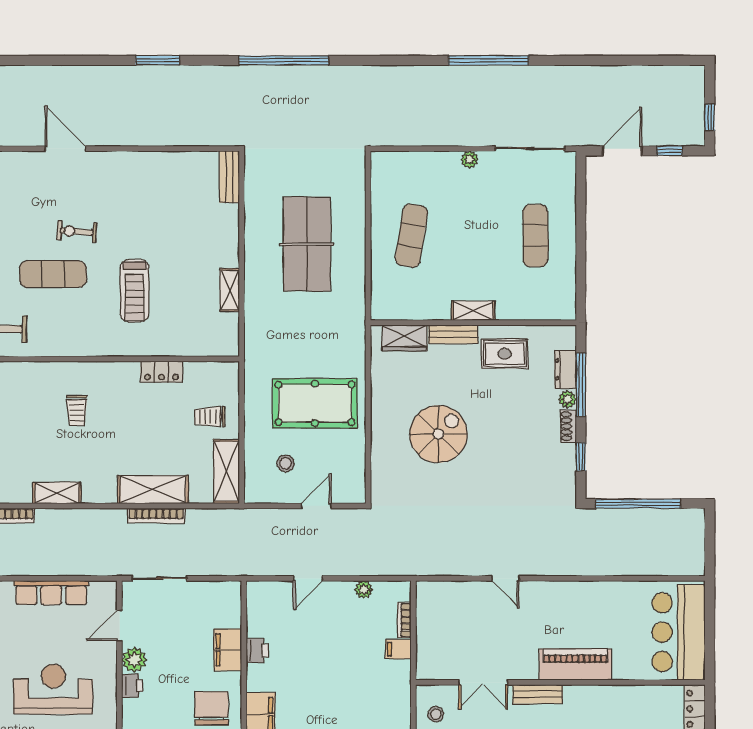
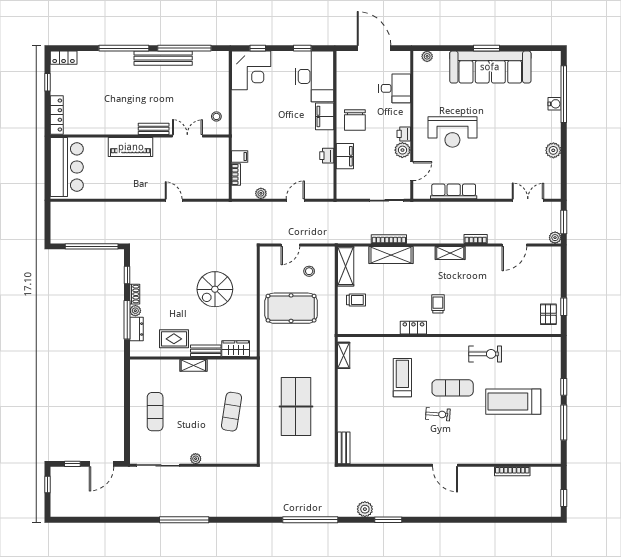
plant: (195, 78) -> (365, 509), added
shelving: (230, 290) -> (344, 355), moved
locker: (162, 372) -> (413, 328), moved

